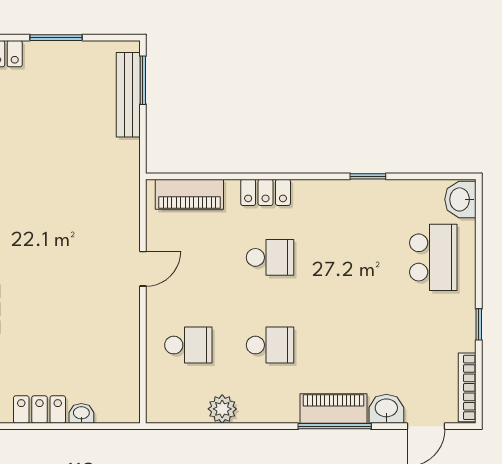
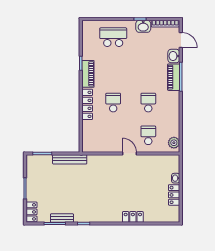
bench: (128, 95) -> (70, 159), moved
locker: (266, 192) -> (87, 104), width x1.53
piano: (189, 194) -> (88, 74), moved
washbasin: (460, 199) -> (143, 26), moved
door: (143, 269) -> (130, 153), moved
plant: (222, 409) -> (174, 143), moved

